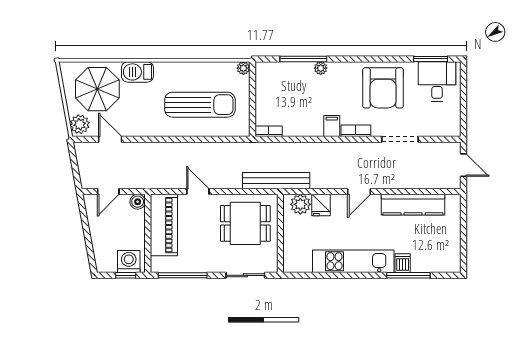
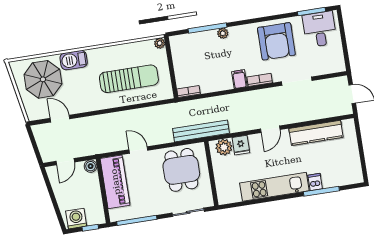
plant: (80, 124) -> (33, 110), removed
dining table: (245, 223) -> (181, 170), turned 90
washing machine: (129, 262) -> (76, 219), moved

